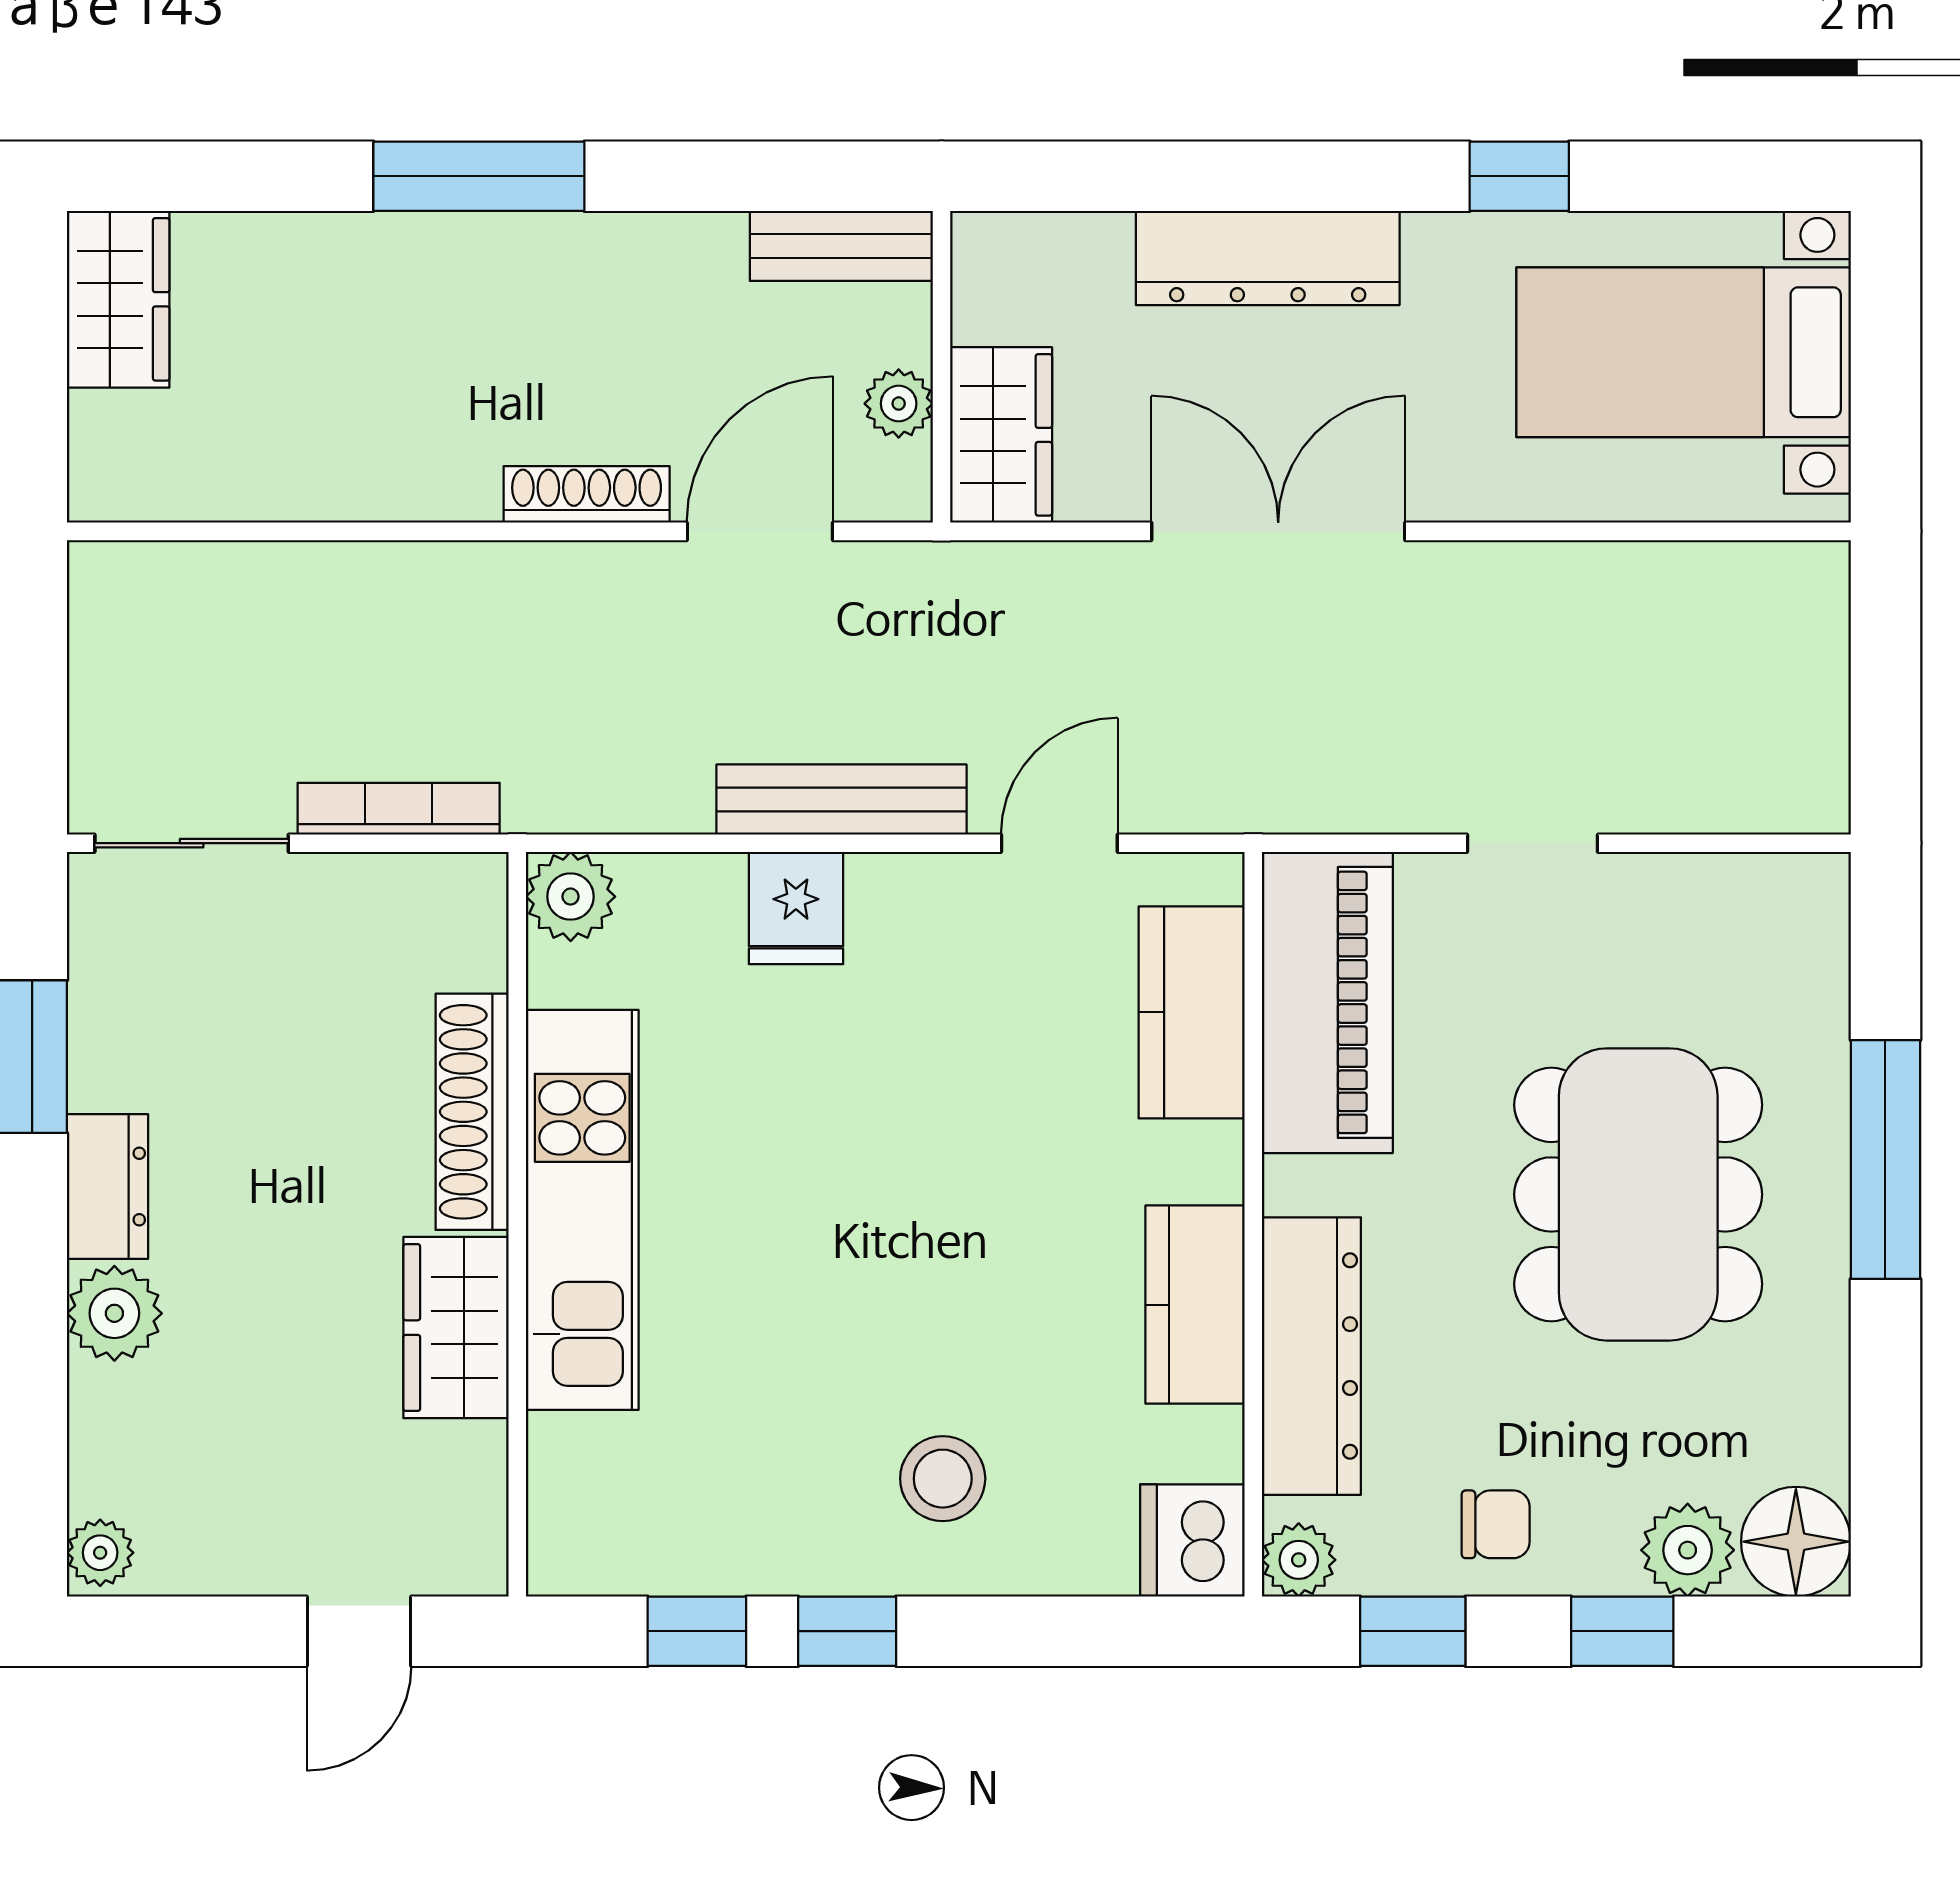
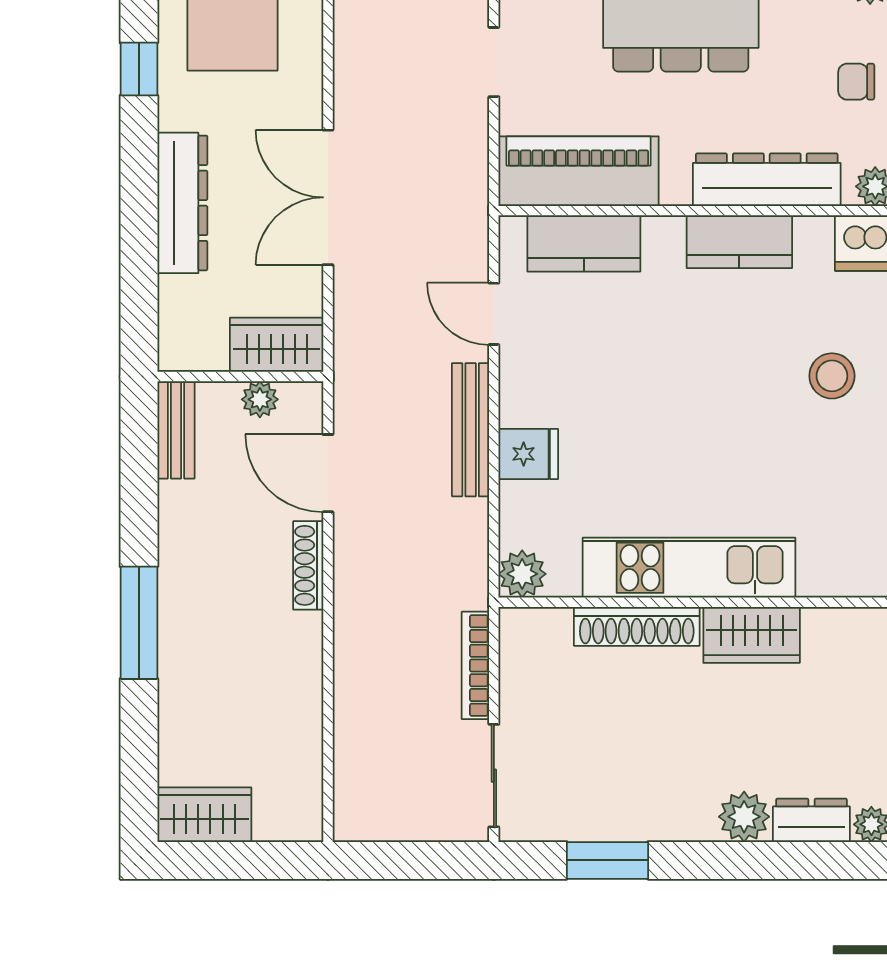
dresser: (108, 1186) -> (811, 820), moved
chair: (1496, 1524) -> (856, 82), turned -90

